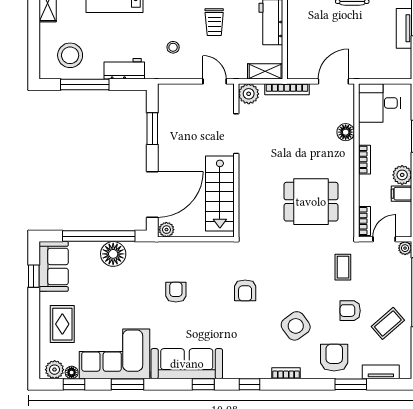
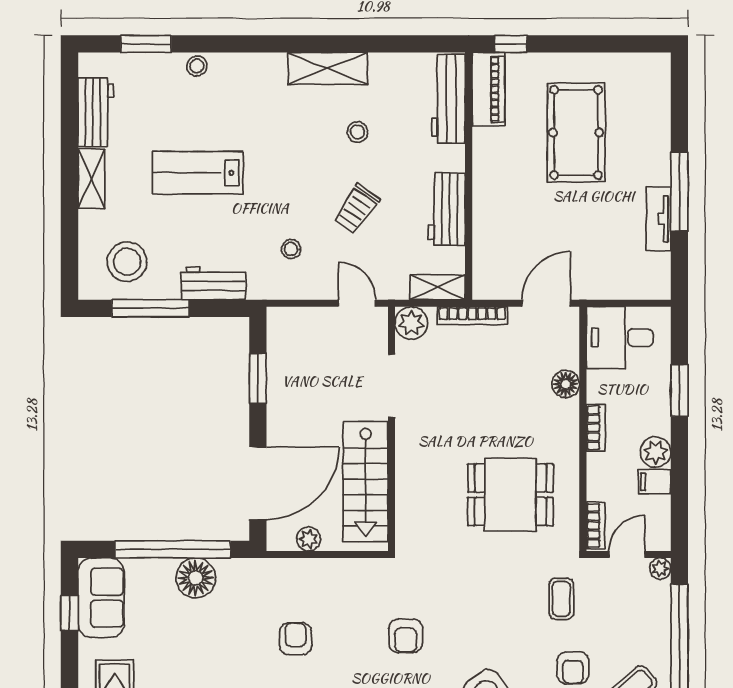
trolley: (214, 22) -> (356, 209), turned 35
plant: (166, 230) -> (309, 539), moved
armchair: (350, 311) -> (573, 668), turned -90

